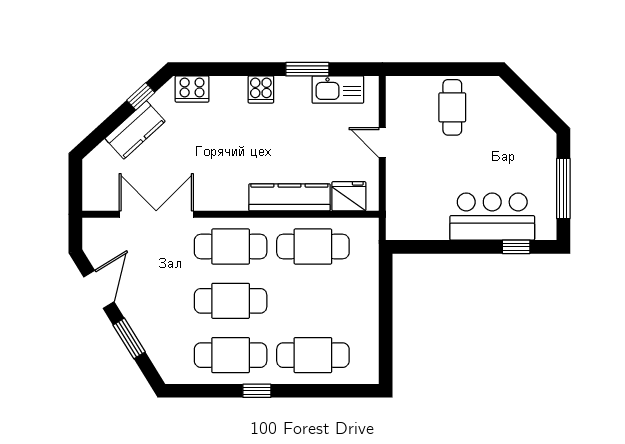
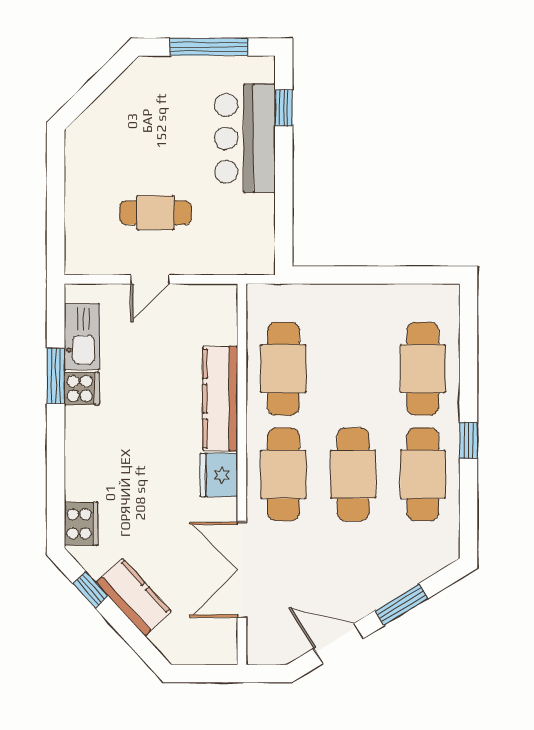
cooker: (261, 89) -> (82, 389), moved
cafe table: (452, 107) -> (155, 213), moved
fridge: (349, 196) -> (219, 475), moved

